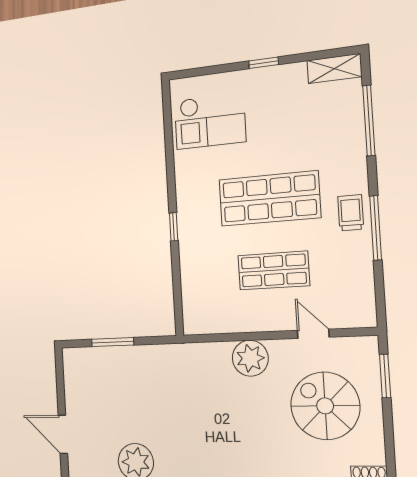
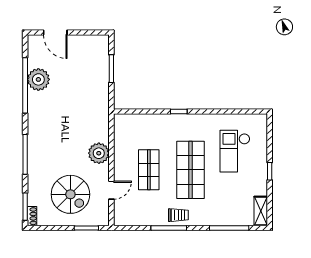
checkout: (210, 121) -> (235, 151), moved
spiral stairs: (325, 406) -> (70, 194), turned 90
door: (63, 434) -> (55, 32), swing flipped

